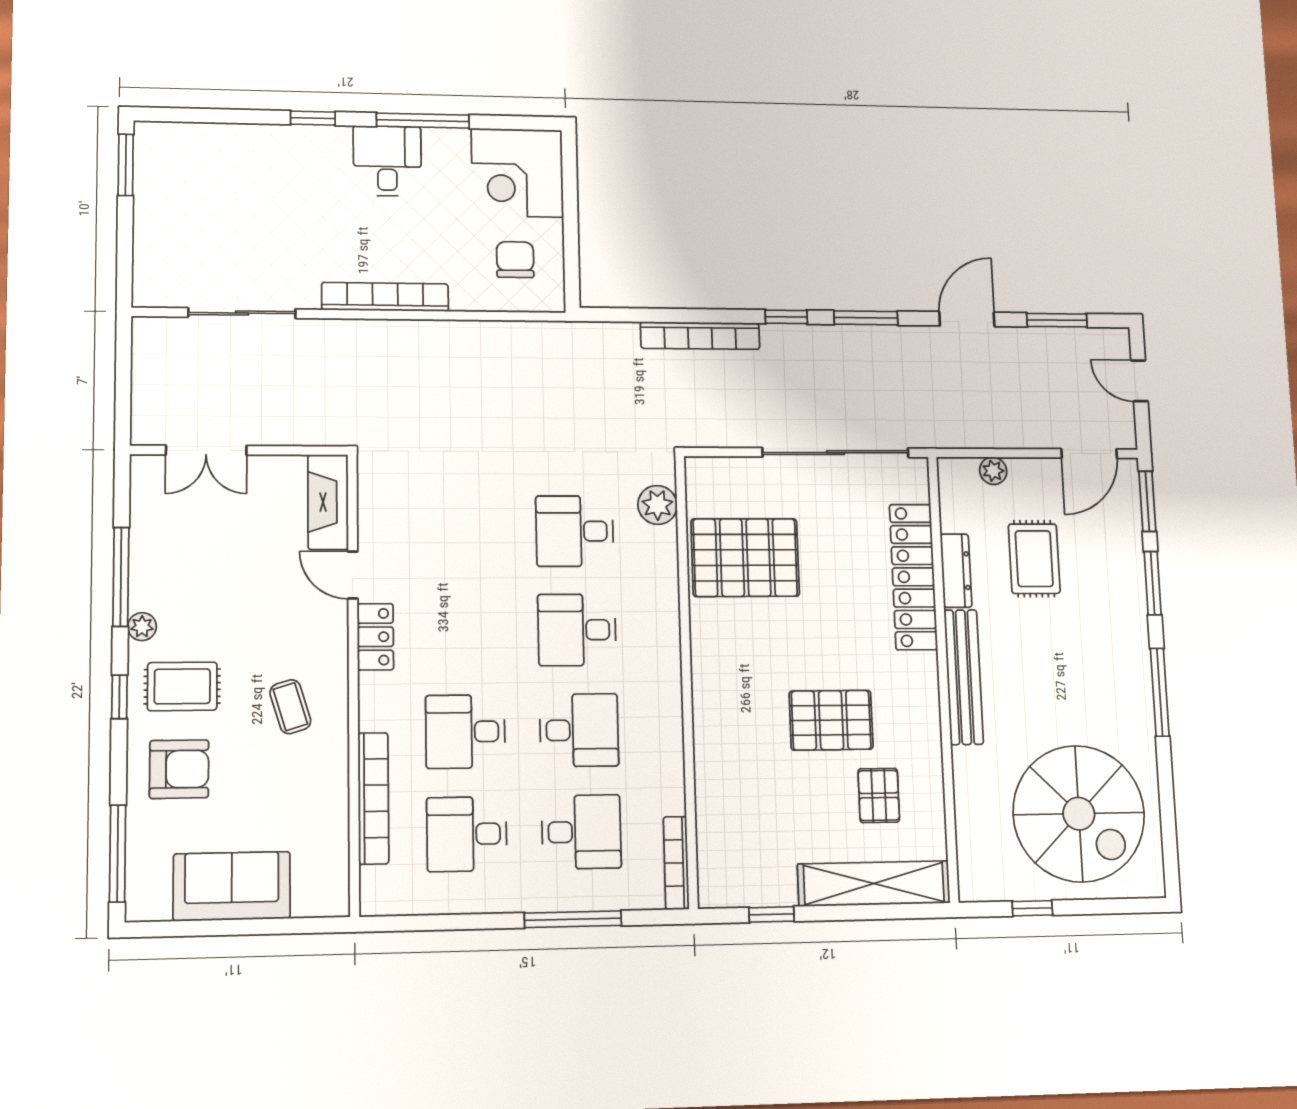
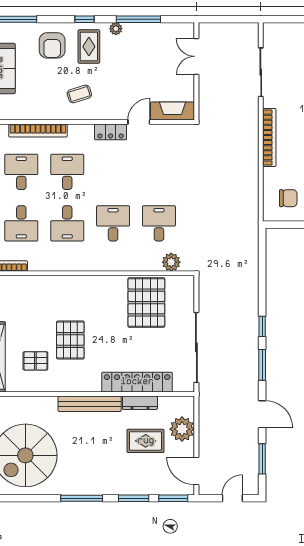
bookcase: (700, 336) -> (252, 285), removed
plant: (993, 471) -> (182, 429), width x1.87, depth x1.87

